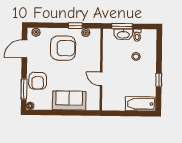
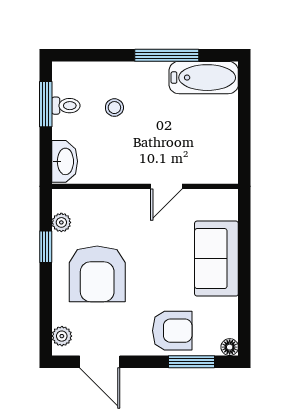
window: (122, 26) -> (46, 104), moved
washbasin: (123, 35) -> (65, 161), moved
armchair: (63, 48) -> (97, 274), turned 180
window: (159, 80) -> (167, 55), width x2.17
bathtub: (141, 104) -> (204, 78), moved, turned -90

